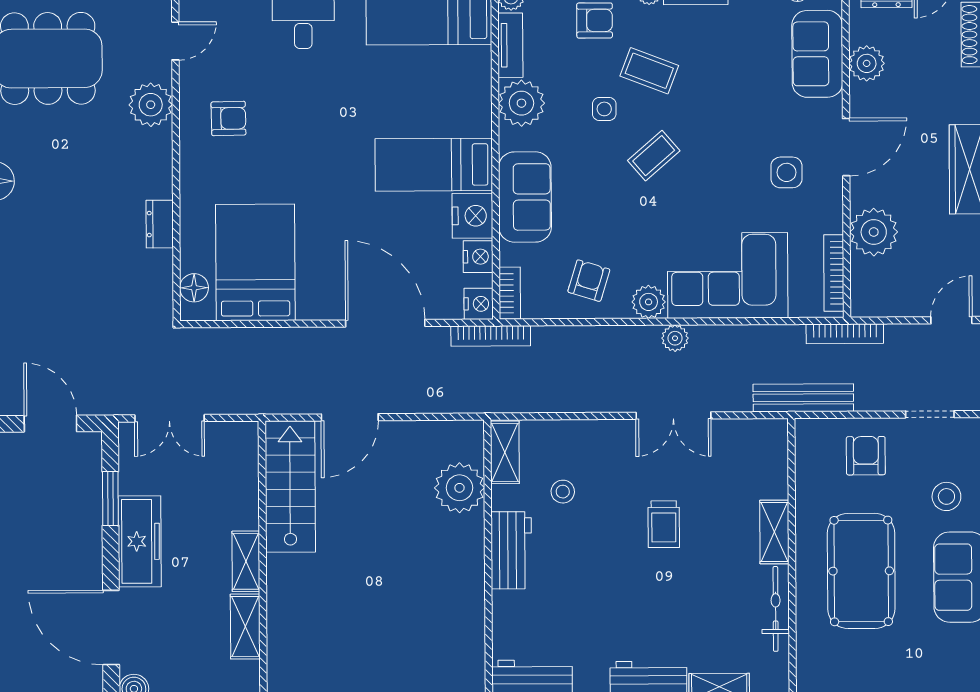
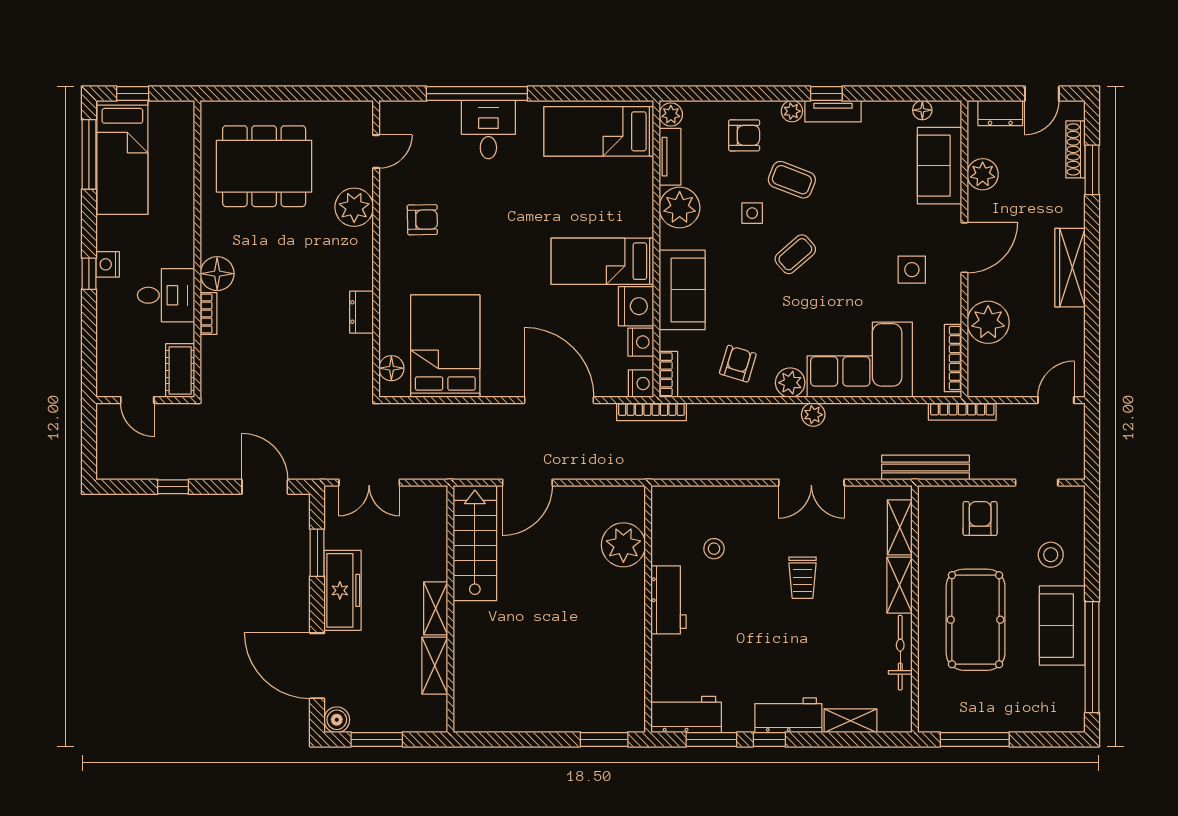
shelving: (505, 452) -> (900, 527), moved

